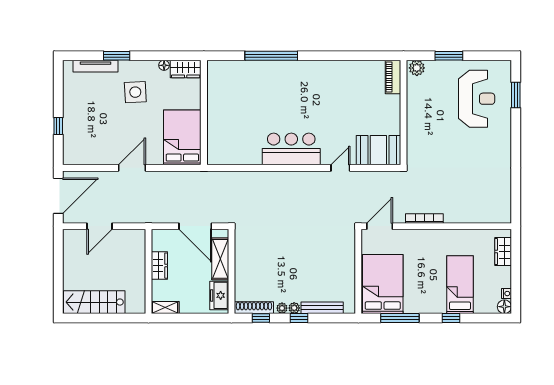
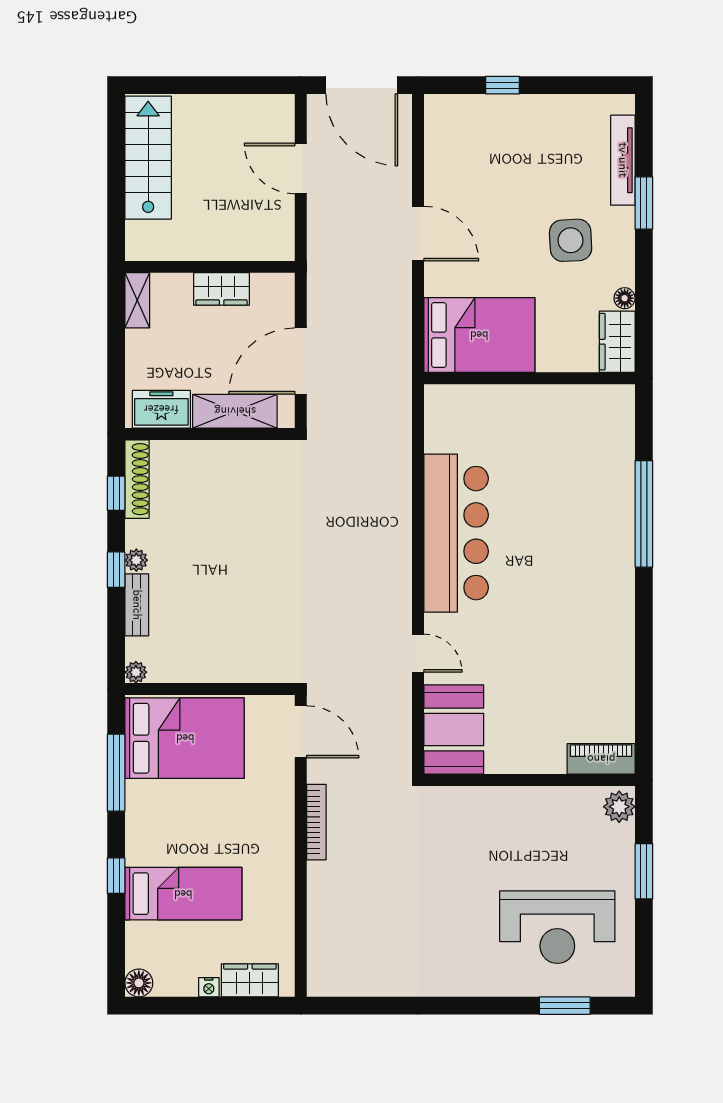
bar counter: (291, 149) -> (456, 533), width x1.36
nightstand: (506, 294) -> (209, 987), moved
plant: (282, 308) -> (136, 672), moved
bench: (322, 308) -> (137, 605), width x0.73

